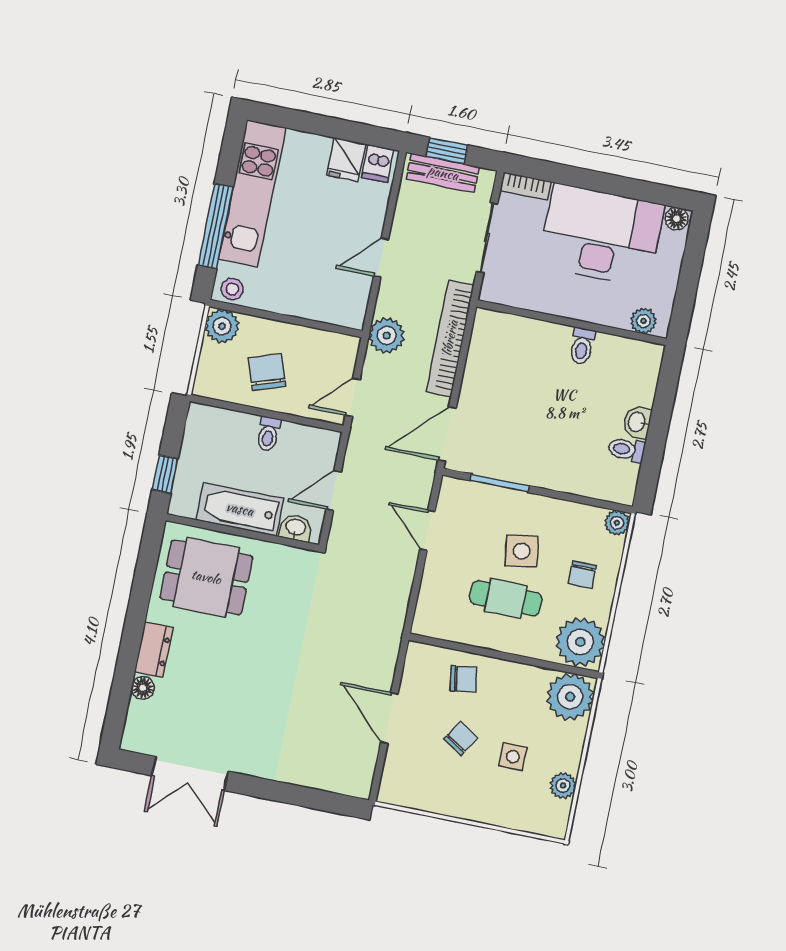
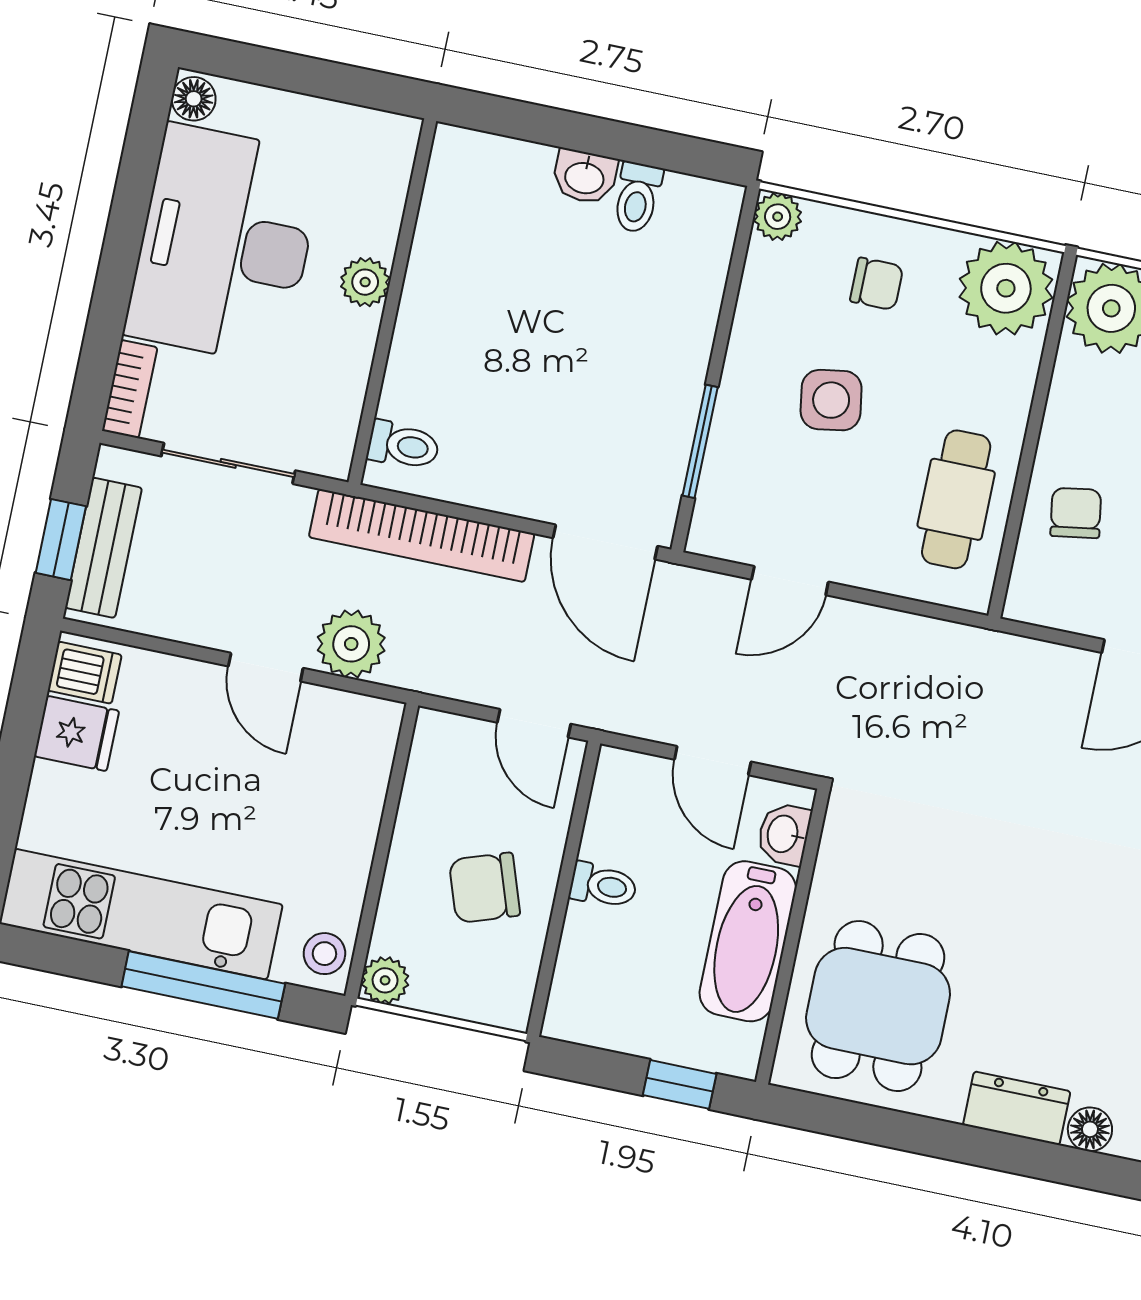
plant: (643, 321) -> (365, 282), moved
plant: (222, 326) -> (385, 980), width x0.73, depth x0.73
plant: (387, 335) -> (351, 644), moved
toilet: (582, 346) -> (403, 445), moved
cafe table: (506, 598) -> (956, 499), moved

